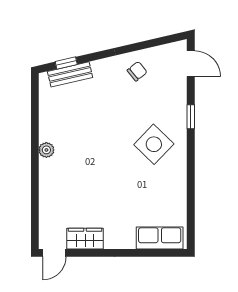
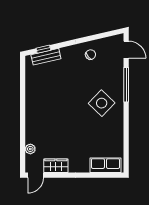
window: (191, 117) -> (126, 85), width x2.17
plant: (46, 150) -> (30, 149), moved

